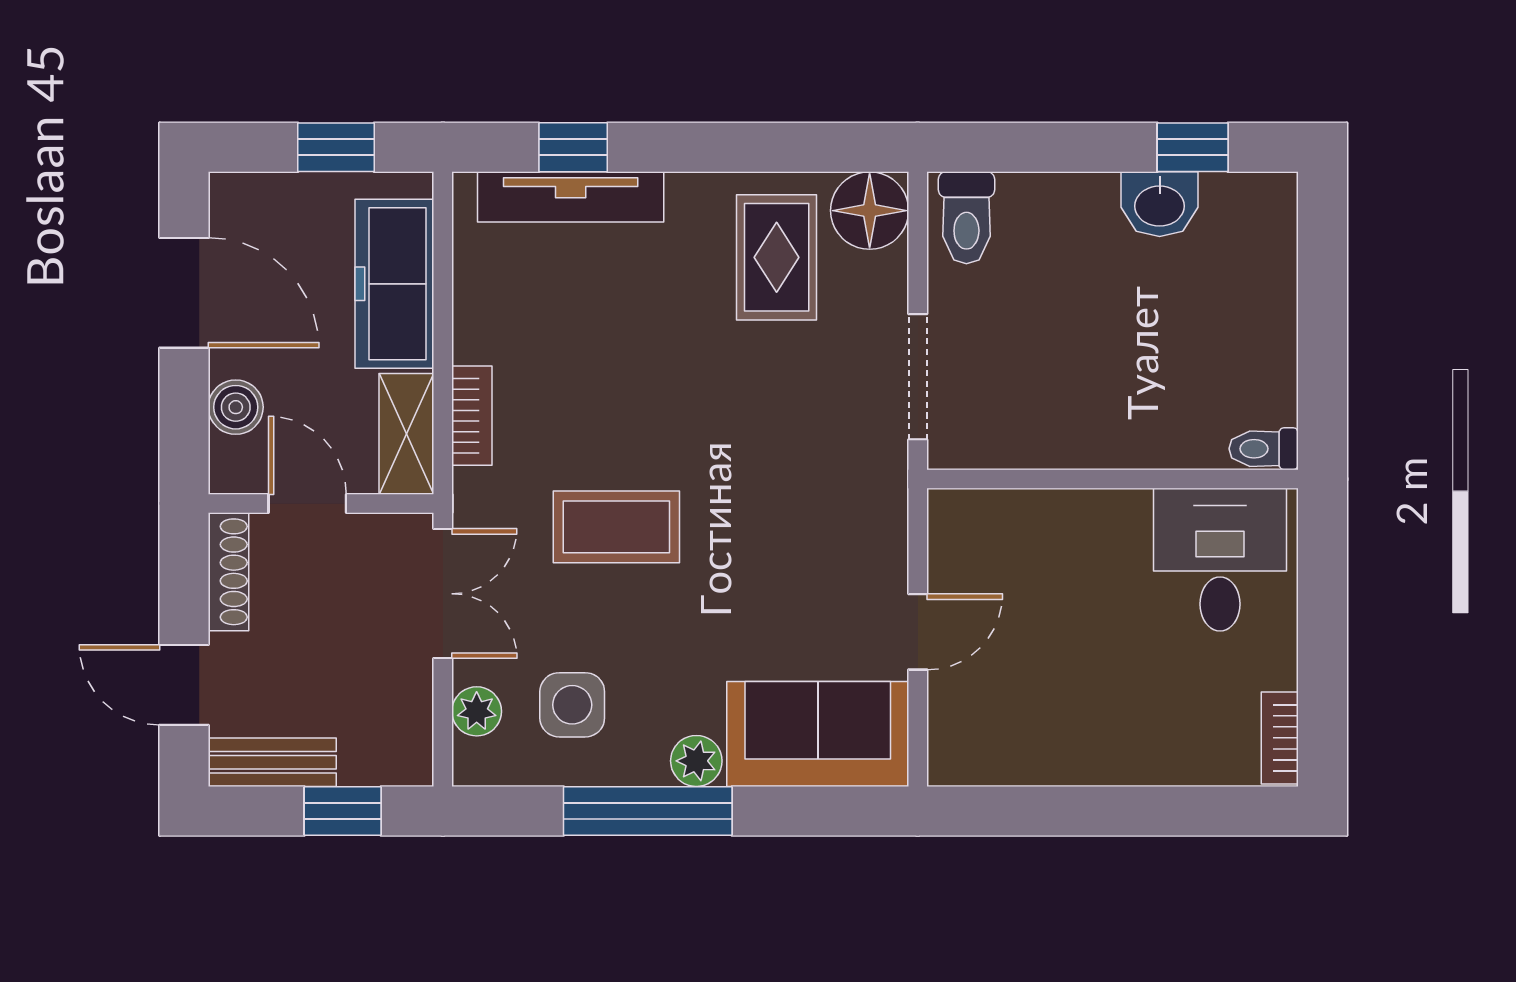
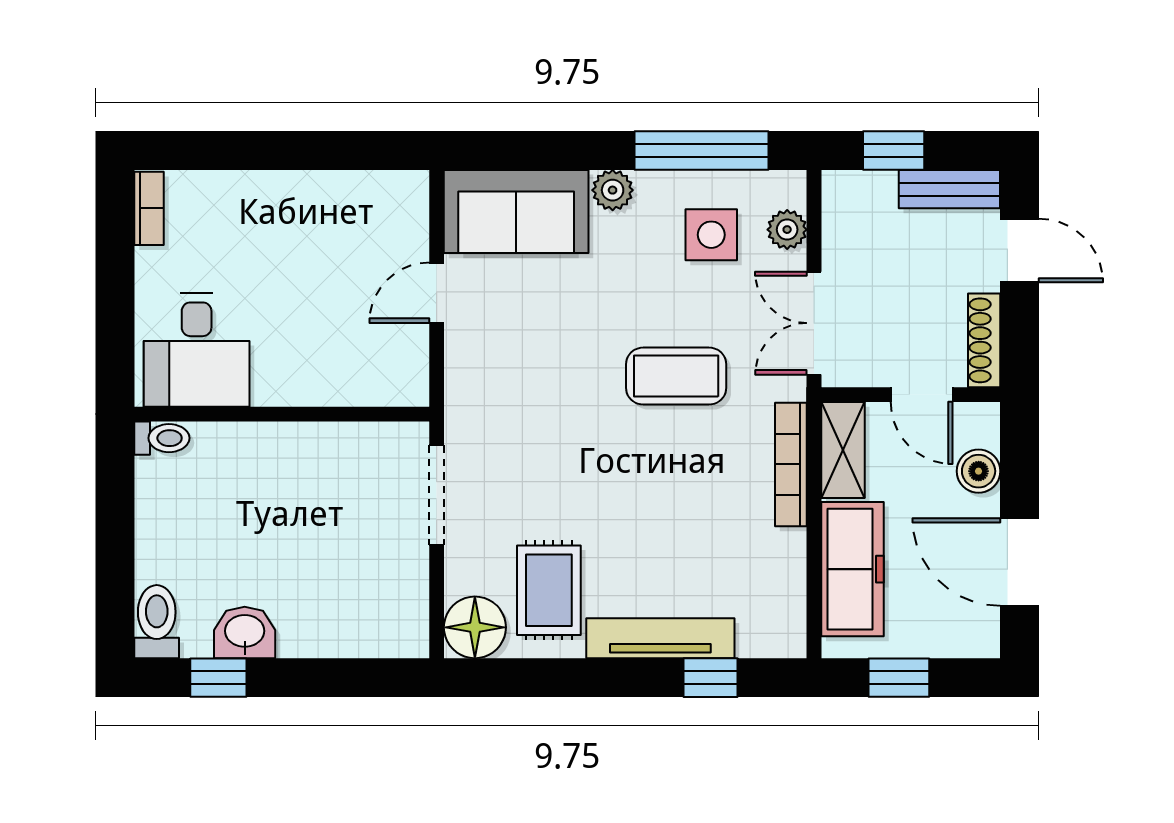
tv unit: (571, 197) -> (660, 638), moved
toilet: (966, 218) -> (157, 622), moved
bookcase: (472, 416) -> (791, 464), width x1.56
window: (648, 811) -> (701, 150), moved

